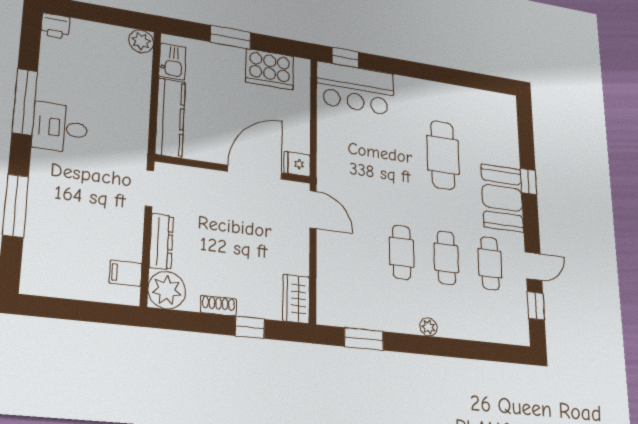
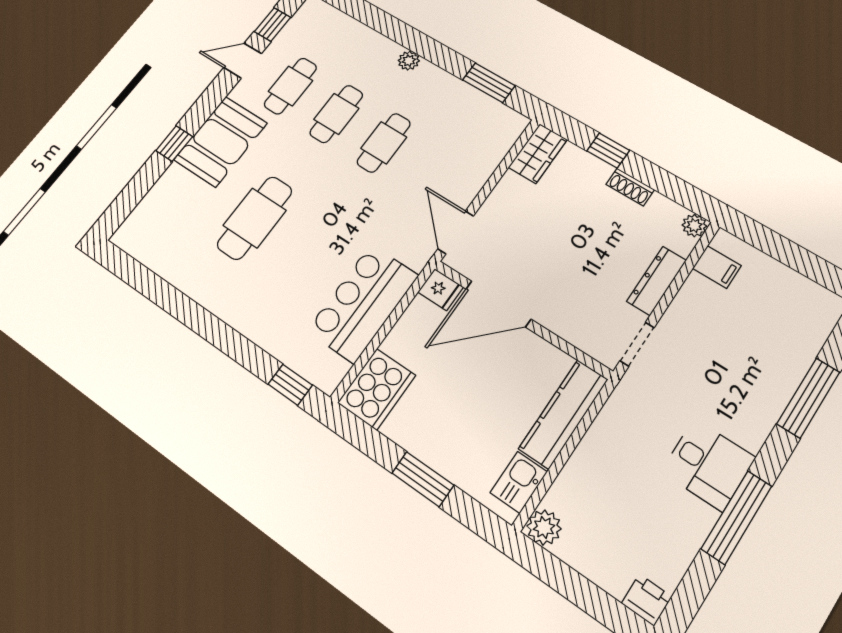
cooker: (270, 69) -> (377, 389), moved, turned 90
bar counter: (355, 88) -> (363, 303), moved, turned -90
plant: (167, 290) -> (694, 226), width x0.53, depth x0.53

